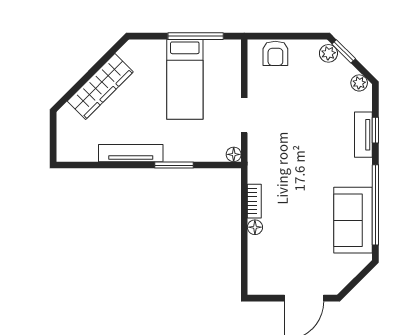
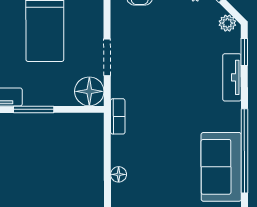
window: (375, 130) -> (244, 52), moved
floor lamp: (234, 154) -> (89, 91), width x1.89, depth x1.89
bookcase: (254, 201) -> (118, 116), moved

